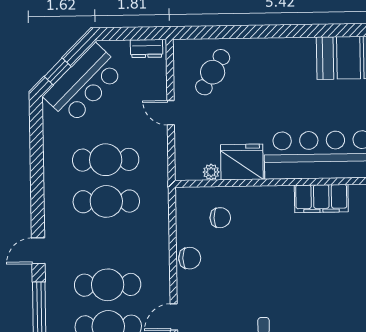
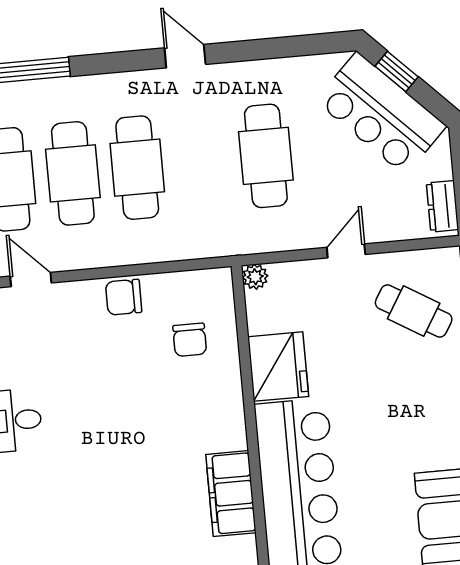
plant: (211, 172) -> (255, 277), moved
cafe table: (106, 201) -> (137, 168), moved
door: (38, 251) -> (185, 56), moved
chair: (190, 258) -> (124, 297), turned 90

